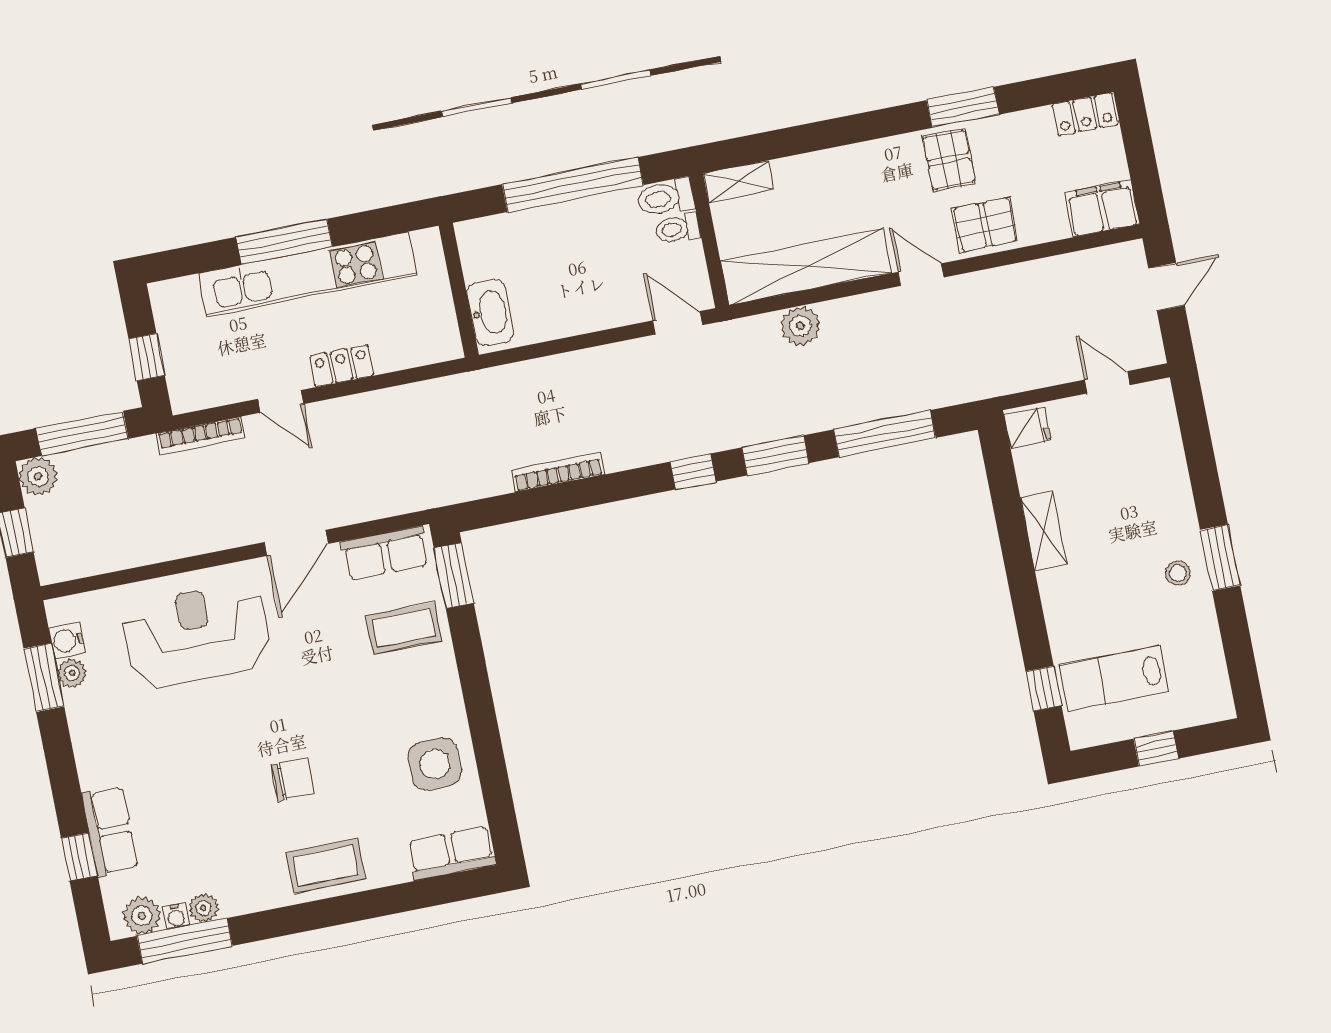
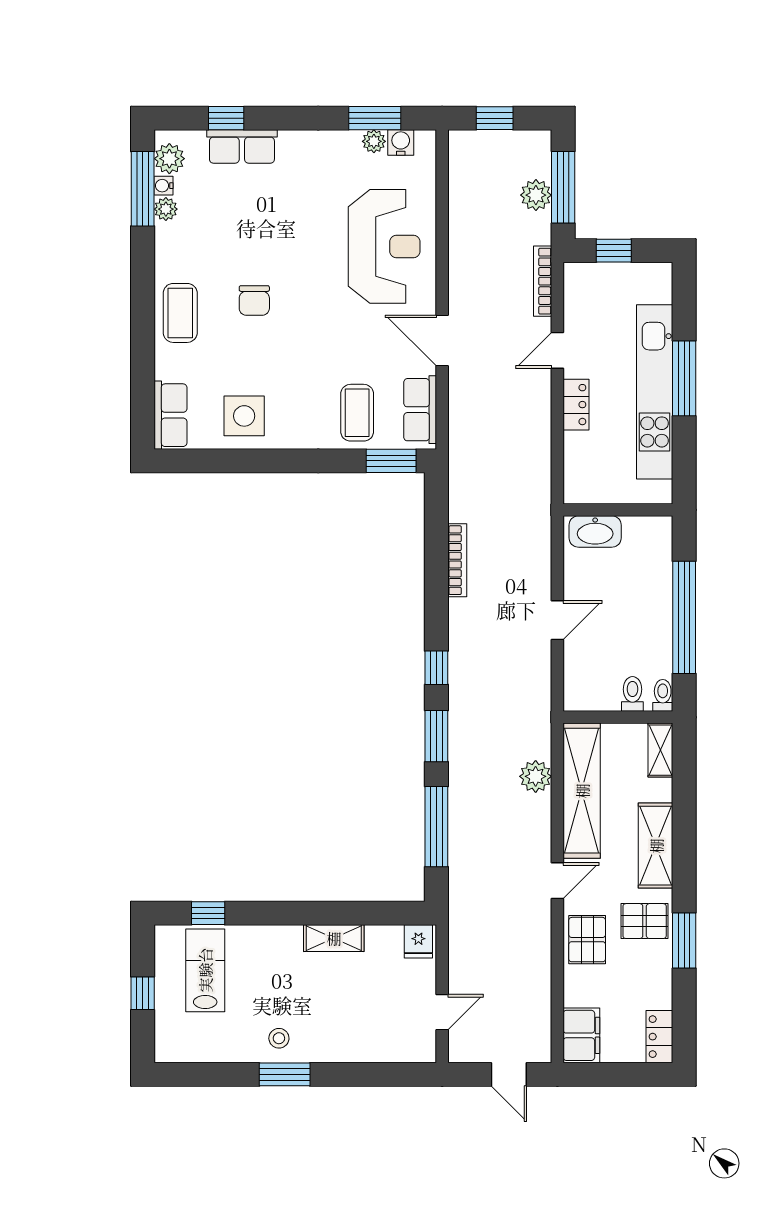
shelving: (855, 164) -> (656, 846), added
toilet: (665, 198) -> (663, 695), width x0.73, depth x0.72
door: (678, 323) -> (557, 620), moved
plant: (38, 476) -> (536, 195), moved

